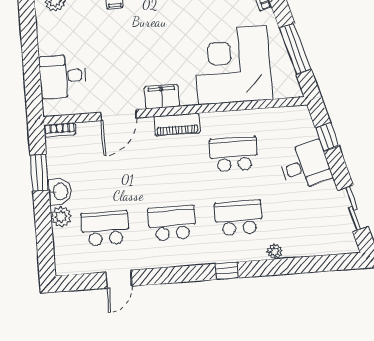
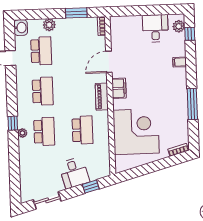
window: (295, 49) -> (144, 170), removed
desk: (63, 76) -> (155, 28), moved
door: (119, 115) -> (109, 62), hinge flipped
washbasin: (60, 192) -> (21, 28), moved, turned -90
plant: (274, 252) -> (22, 133), moved

